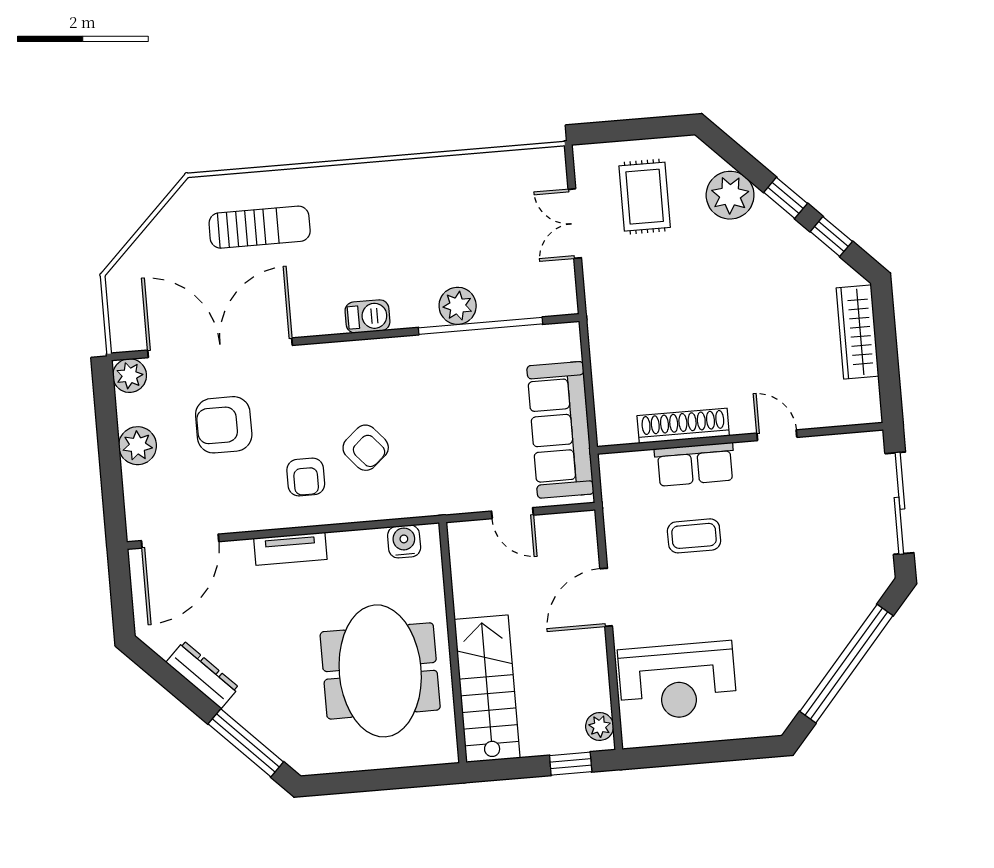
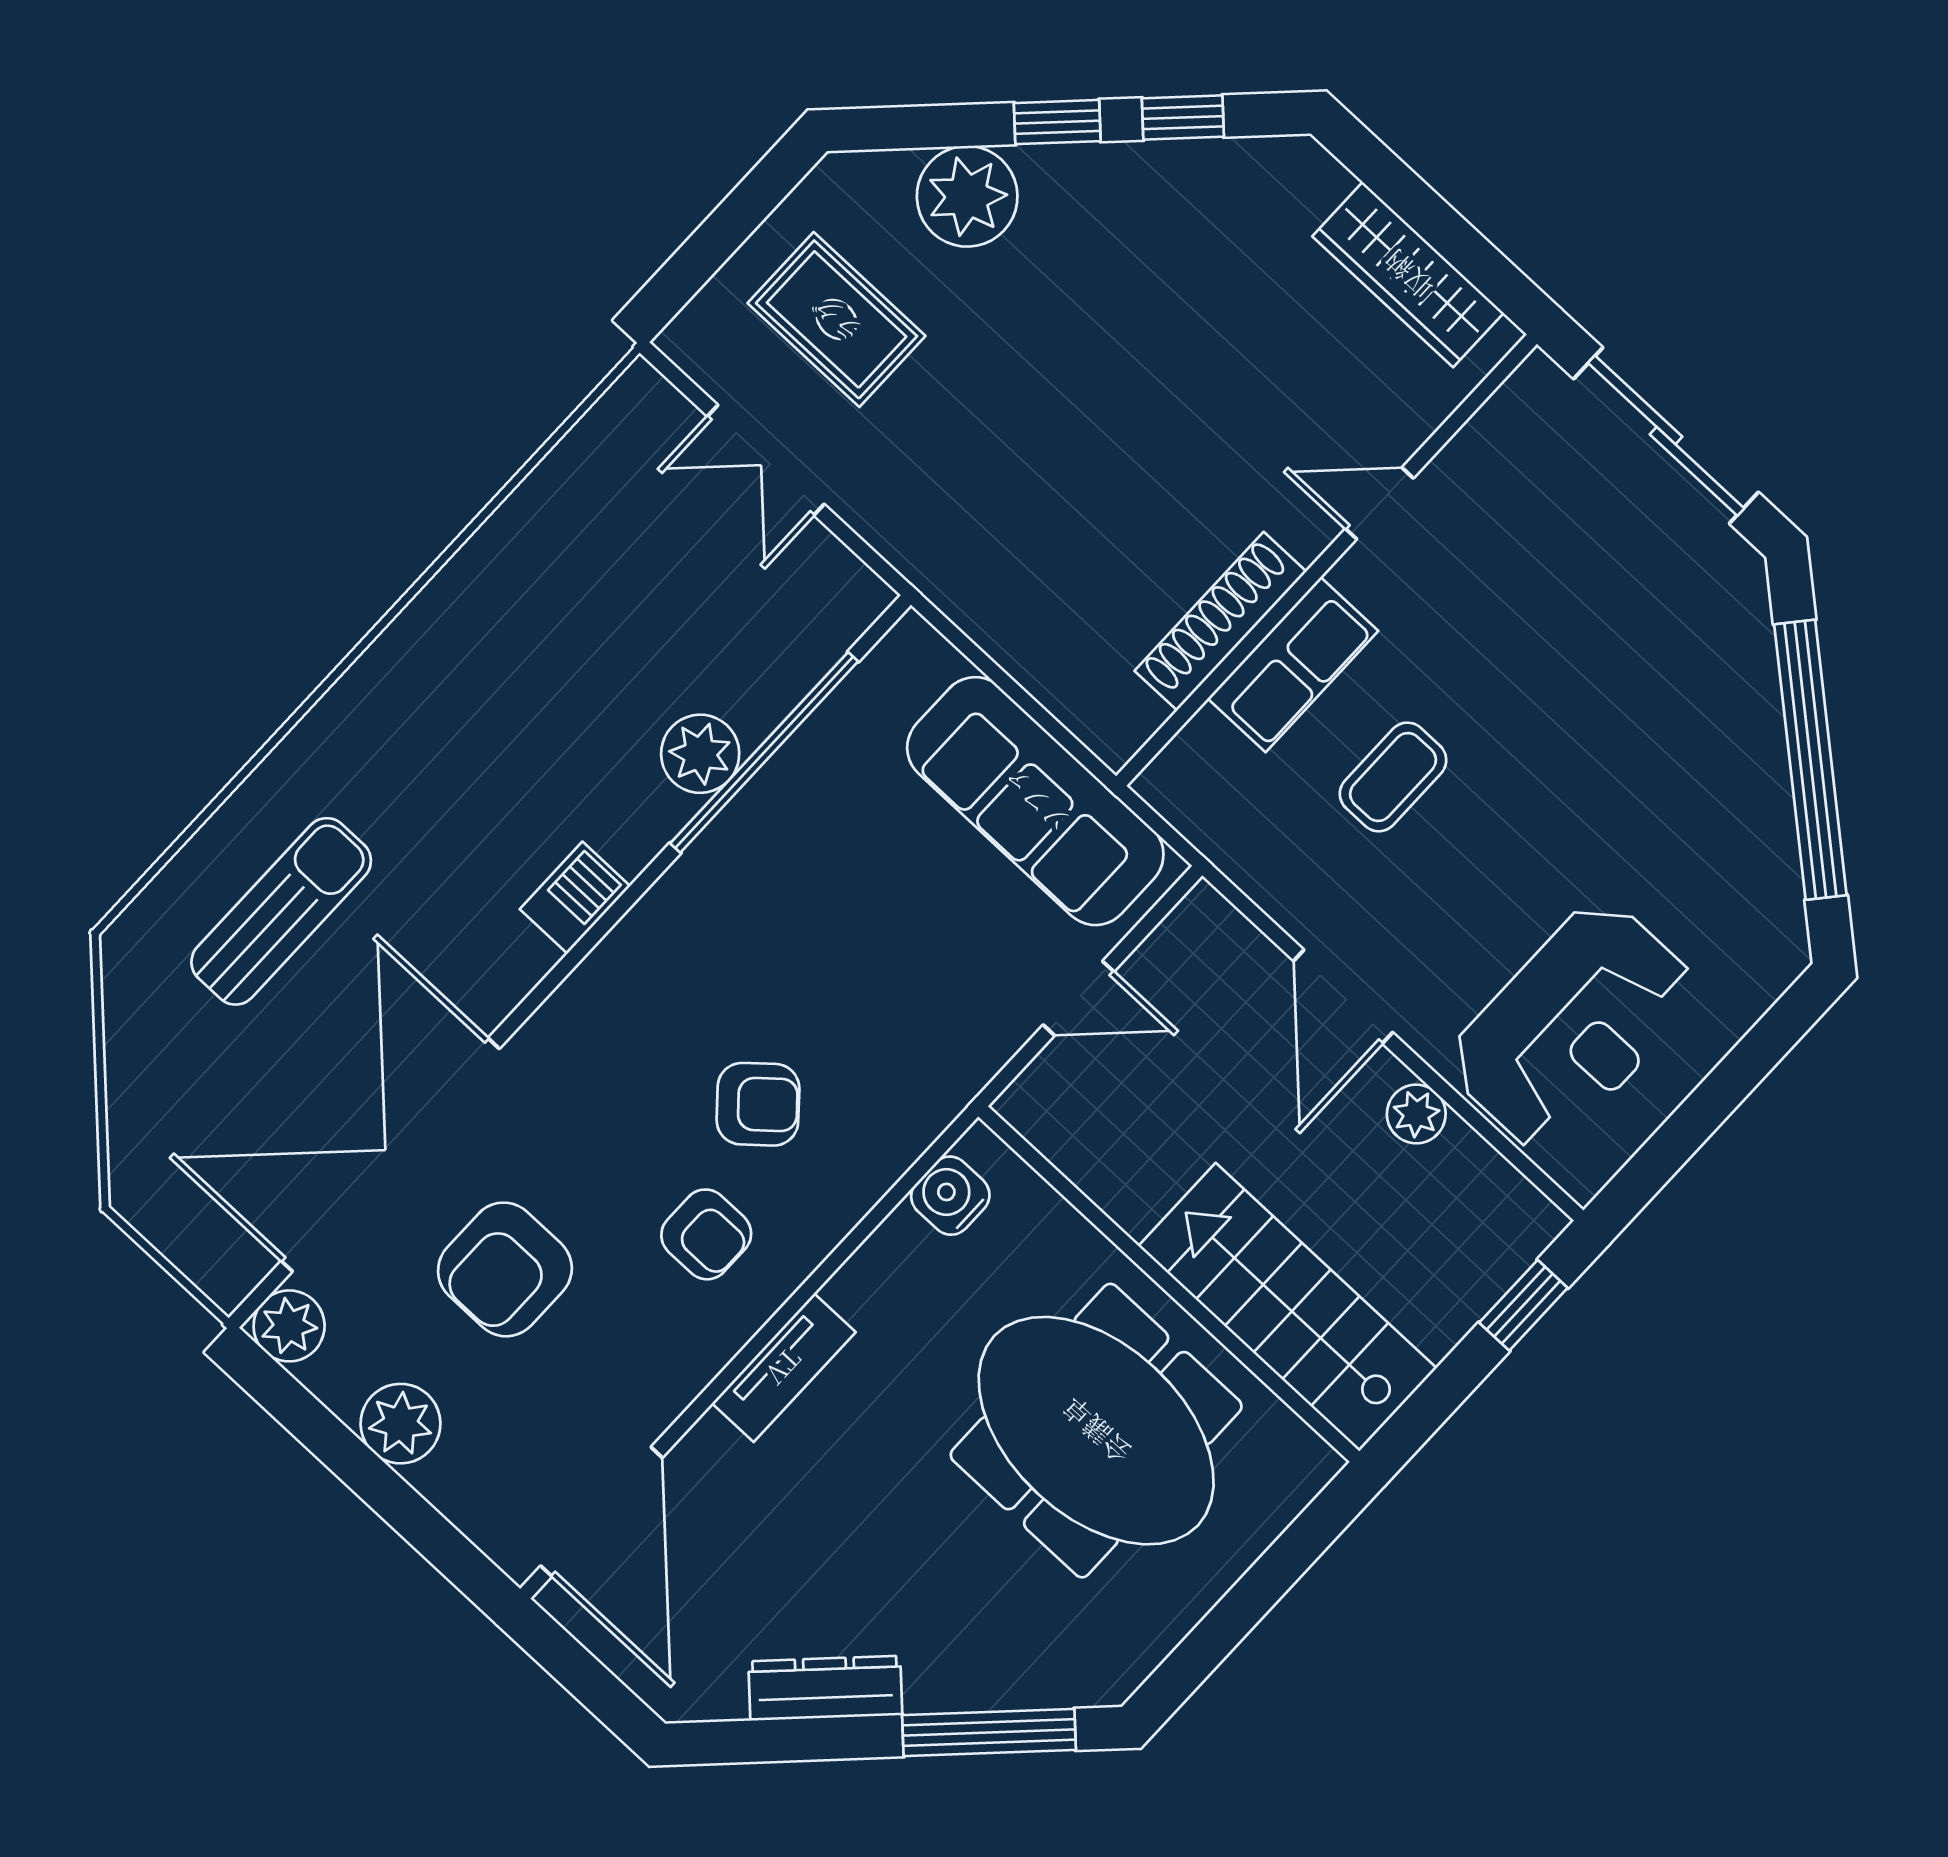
wardrobe: (857, 332) -> (1408, 275), moved
plant: (600, 726) -> (1416, 1114), moved

